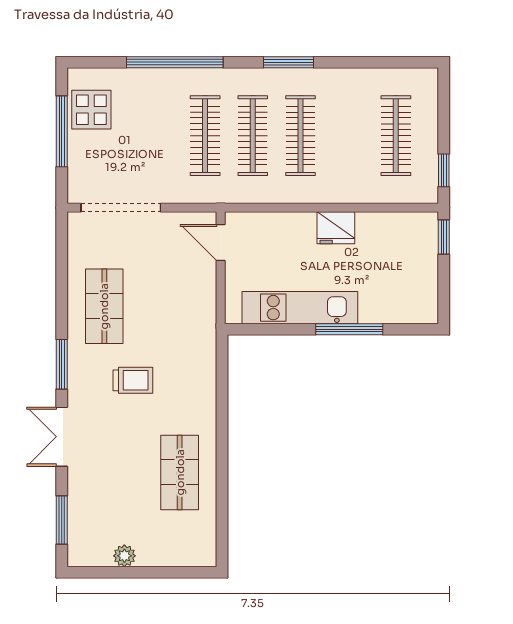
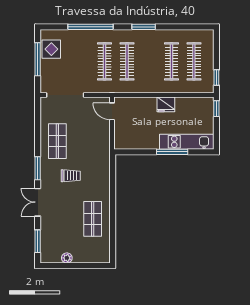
clothes rail: (300, 136) -> (172, 61), moved
kitchen unit: (300, 308) -> (187, 142), moved

